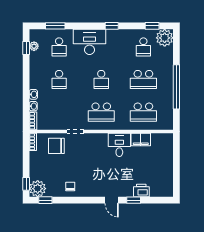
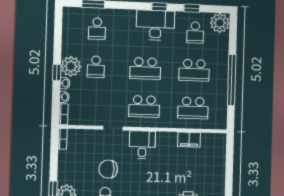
window: (152, 26) -> (192, 8), moved
desk: (89, 42) -> (155, 25), moved
plant: (34, 46) -> (71, 66), moved, width x1.88, depth x1.88
window: (26, 48) -> (57, 73), moved
school desk: (101, 79) -> (145, 68), width x1.85
desk: (119, 145) -> (142, 145), moved
chair: (56, 146) -> (108, 169), moved

